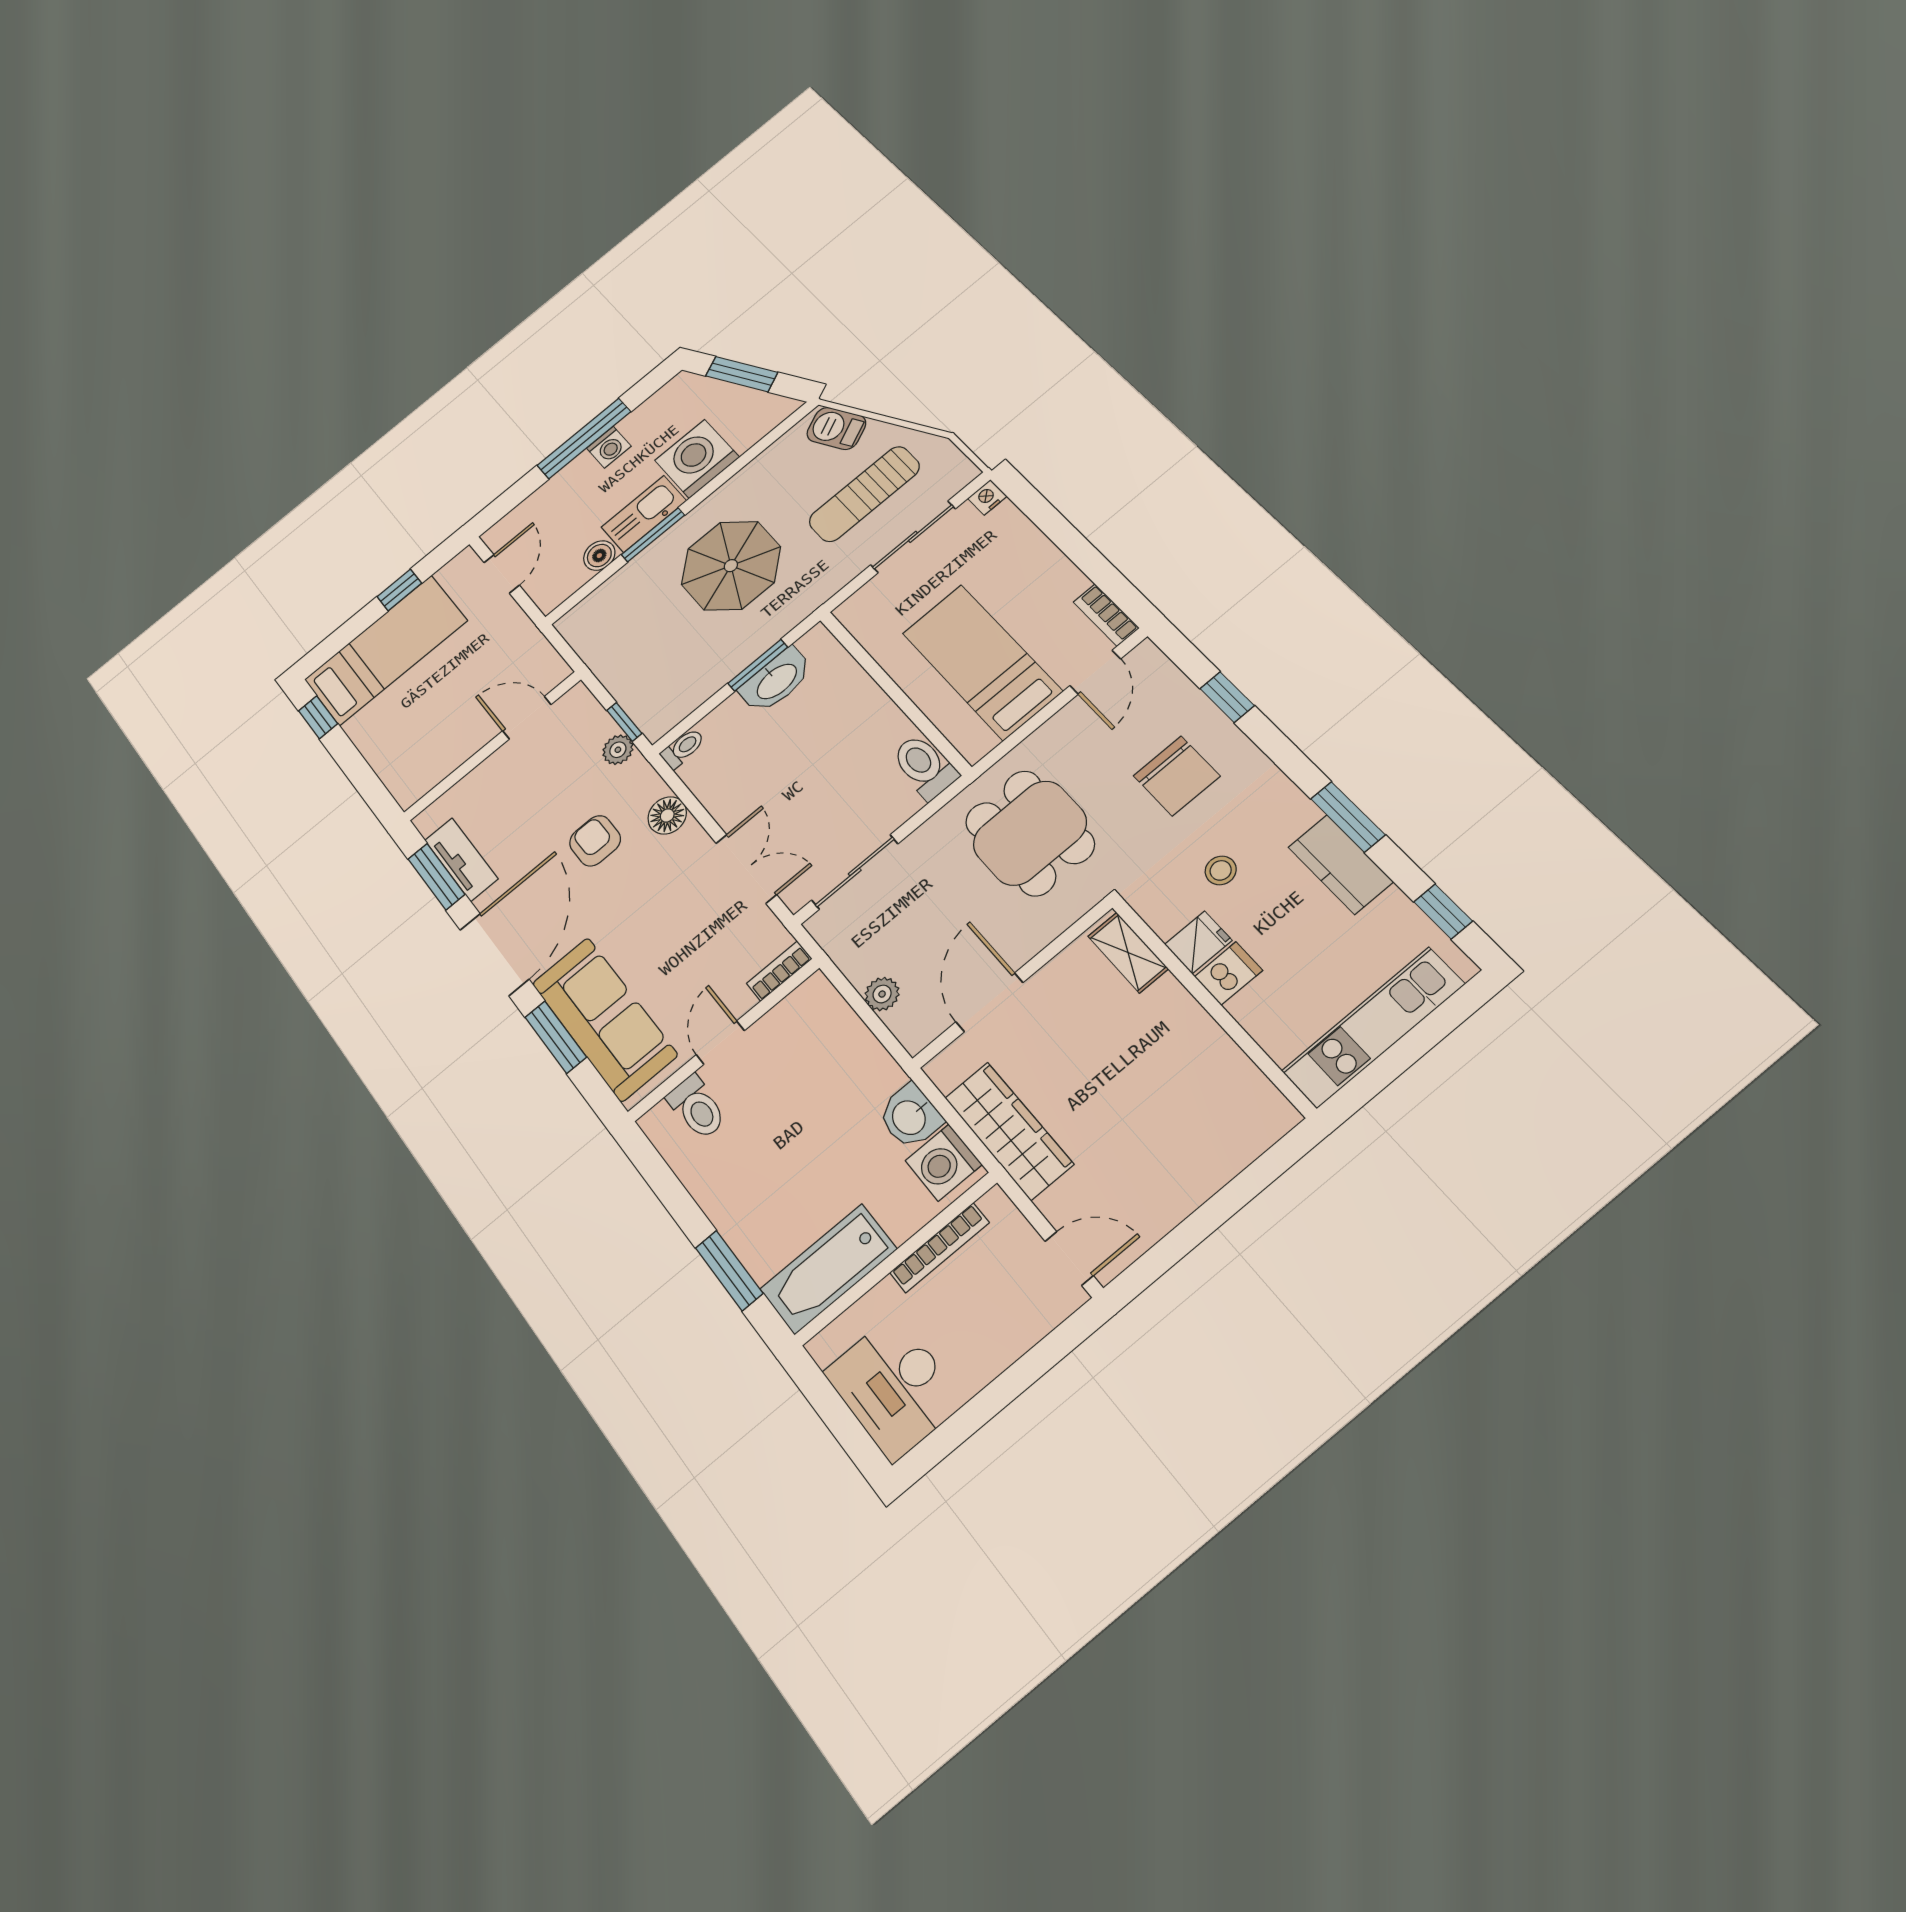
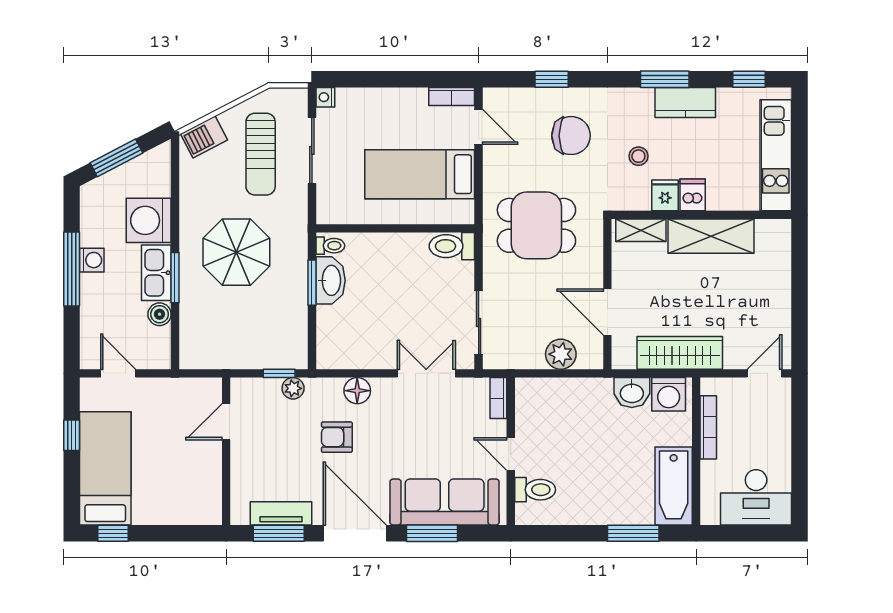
toilet: (683, 748) -> (330, 246), moved, turned 90
plant: (882, 994) -> (561, 354), width x1.38, depth x1.38
shelving: (1194, 1040) -> (711, 236), added

